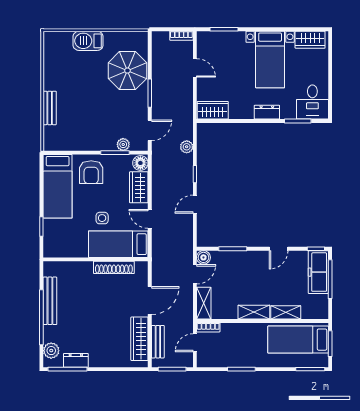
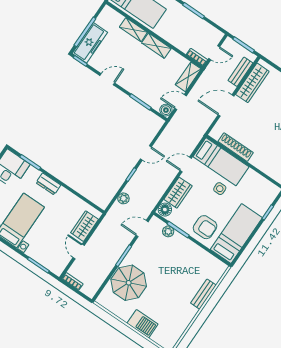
wardrobe: (213, 110) -> (85, 226), moved, turned 90
armchair: (91, 172) -> (205, 227), turned 90
door: (150, 219) -> (186, 165), swing flipped

